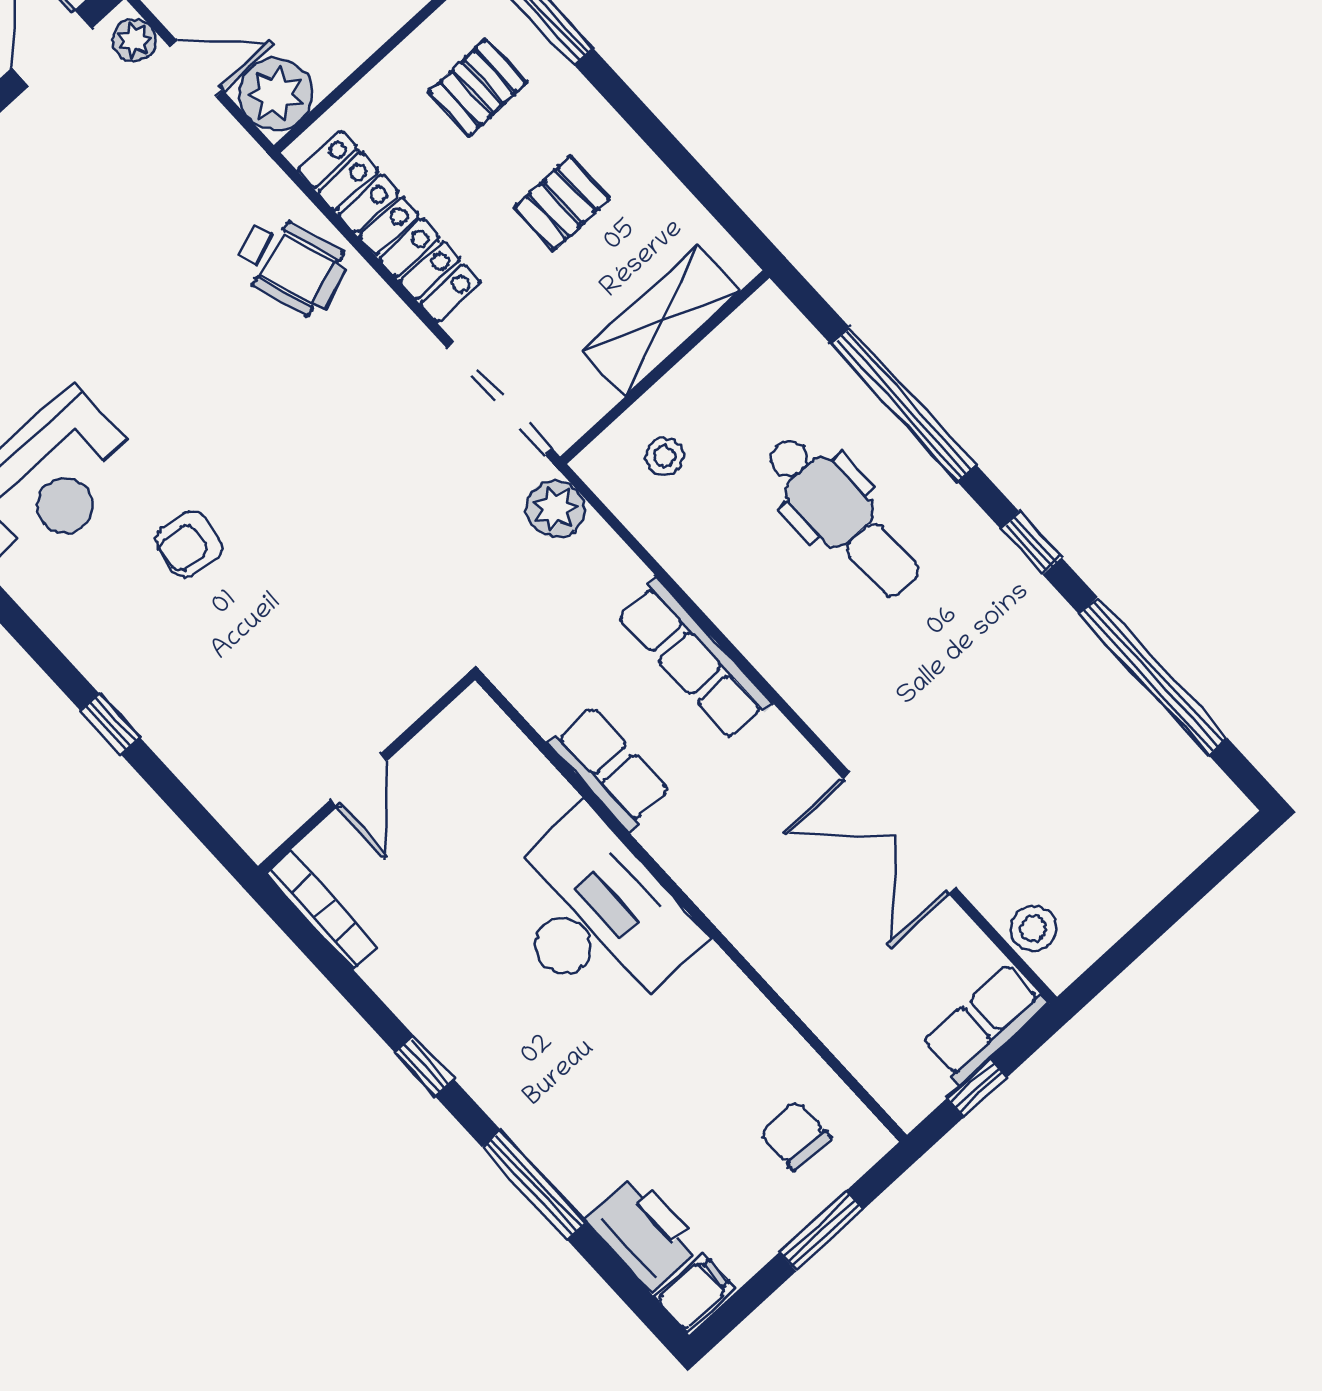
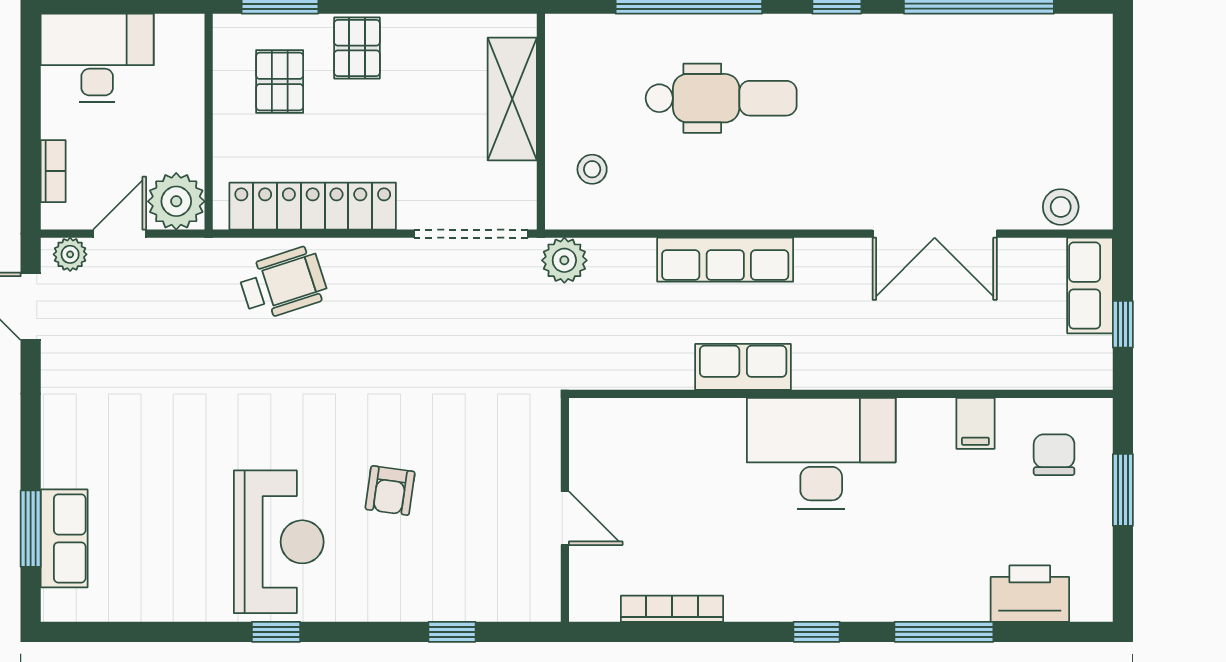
pallet: (562, 203) -> (357, 48), moved
wall: (366, 773) -> (565, 510), moved
door: (359, 780) -> (565, 518), moved
chair: (795, 1136) -> (1054, 455), turned 90
filing cabinet: (695, 1293) -> (975, 423), moved, turned 180

